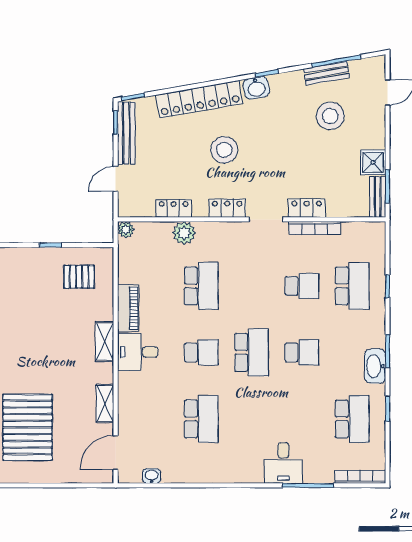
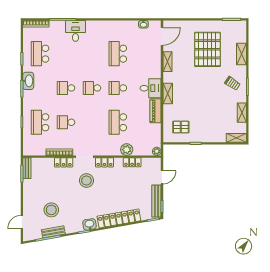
stool: (224, 150) -> (86, 181), moved
shower: (373, 162) -> (29, 186), removed
school desk: (252, 352) -> (92, 88), width x0.54

